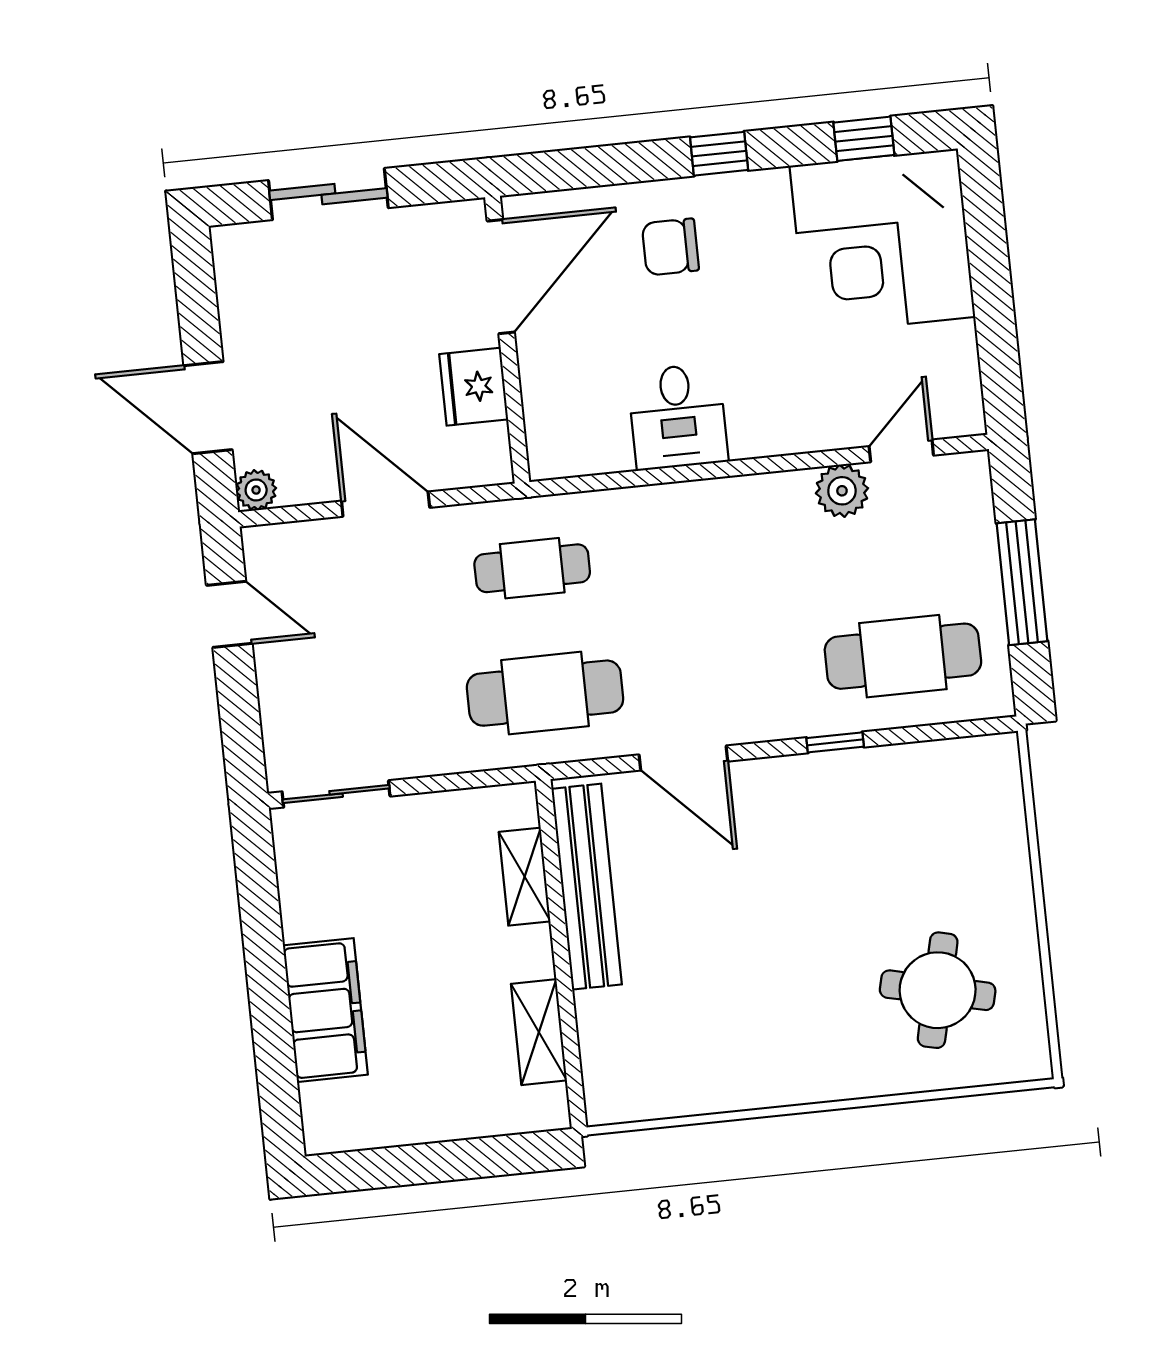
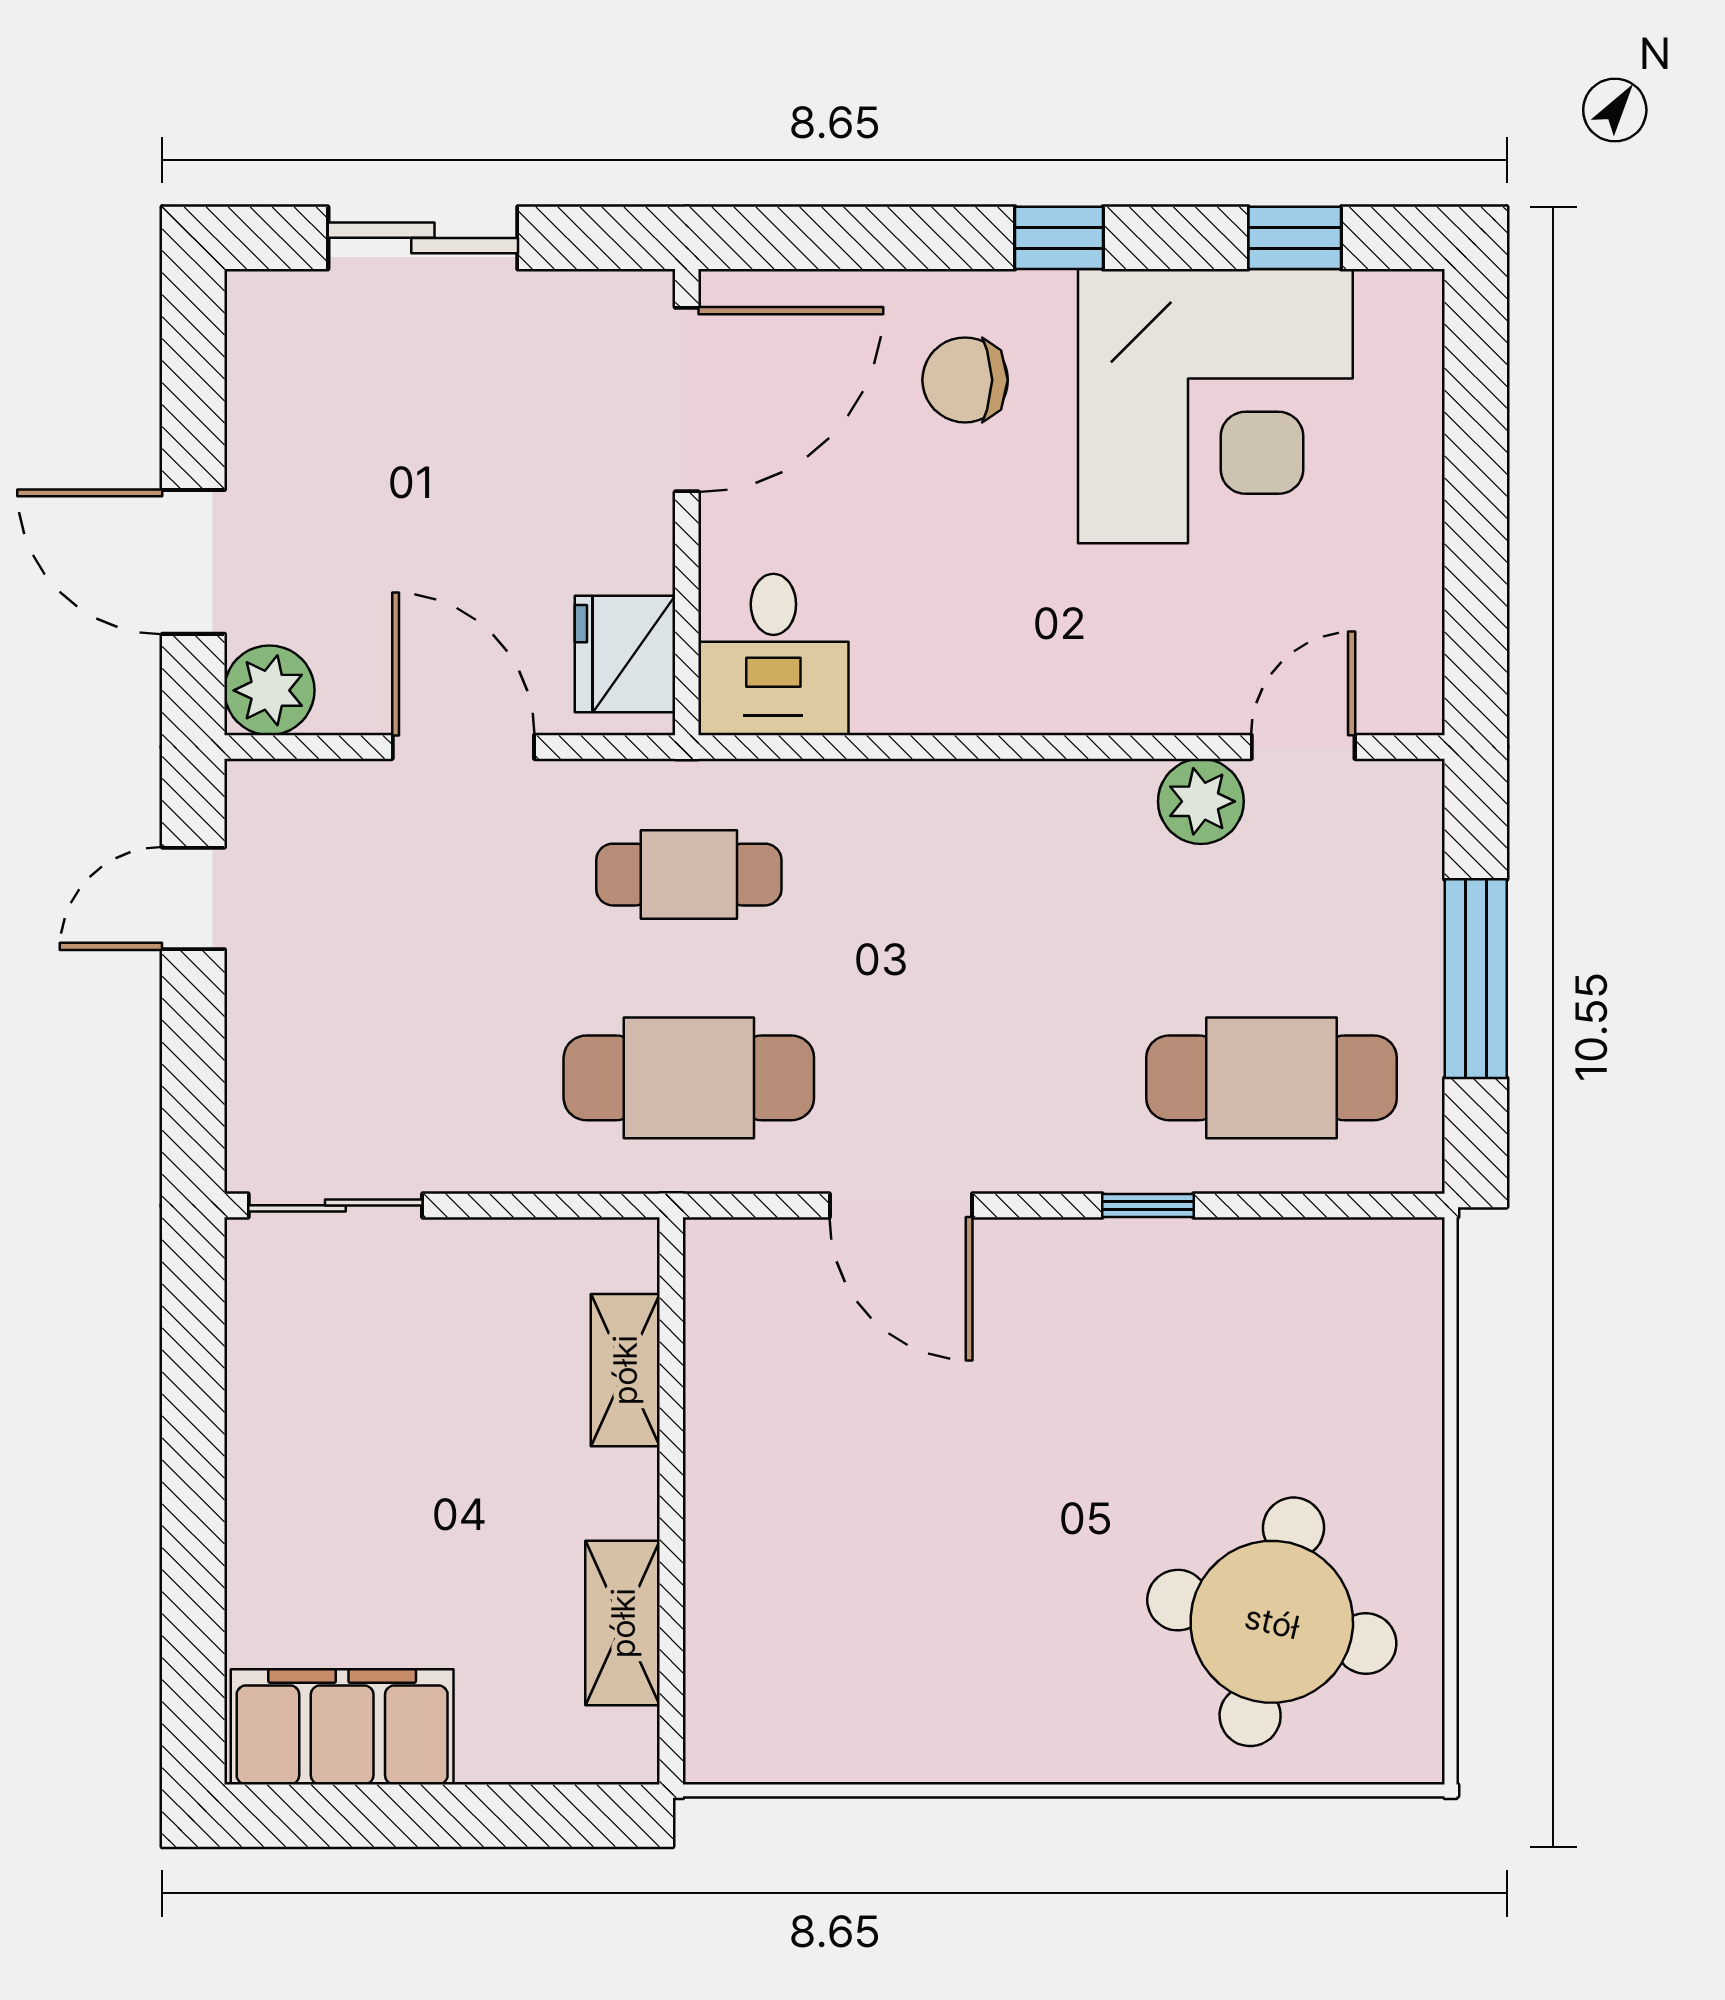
corner desk: (882, 241) -> (1215, 406), moved, turned -90
fridge: (474, 387) -> (625, 654), moved
desk: (678, 417) -> (773, 654), moved
plant: (256, 490) -> (269, 690), width x1.38, depth x1.38
door: (229, 614) -> (193, 898), swing flipped
bench: (587, 887) -> (724, 1396), removed
round table: (938, 990) -> (1272, 1622), width x1.36, depth x1.36
filing cabinet: (325, 1010) -> (342, 1727), moved, turned -90

